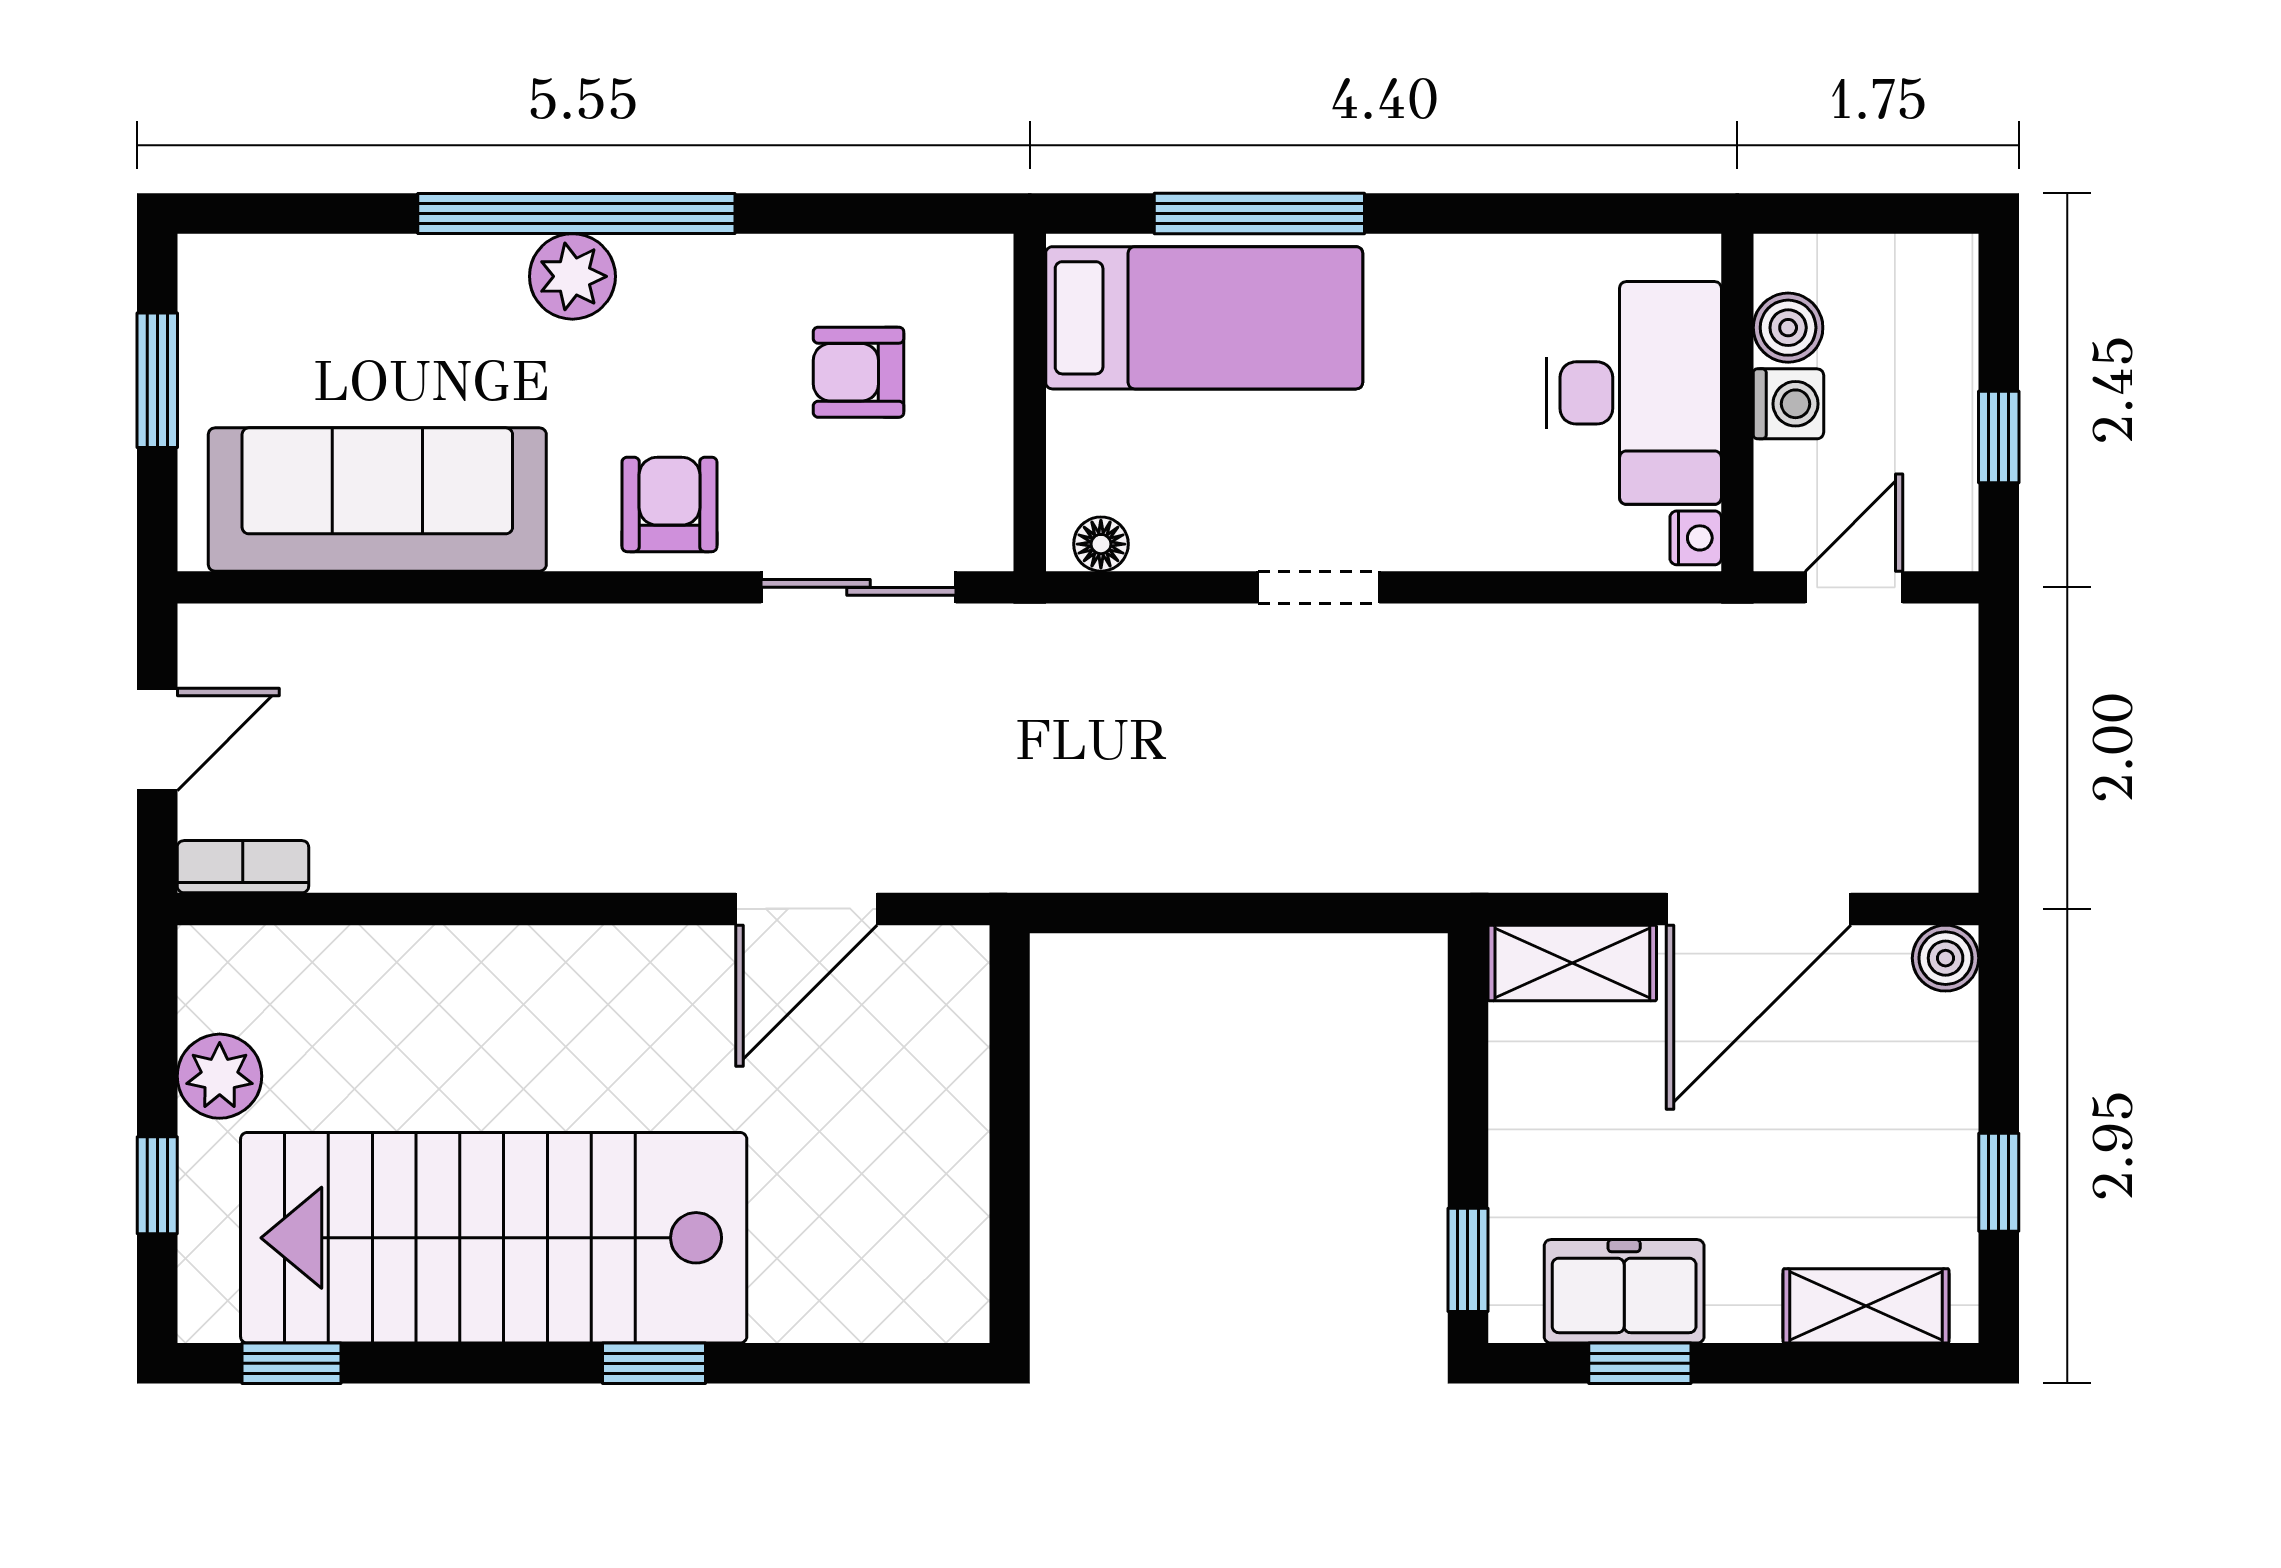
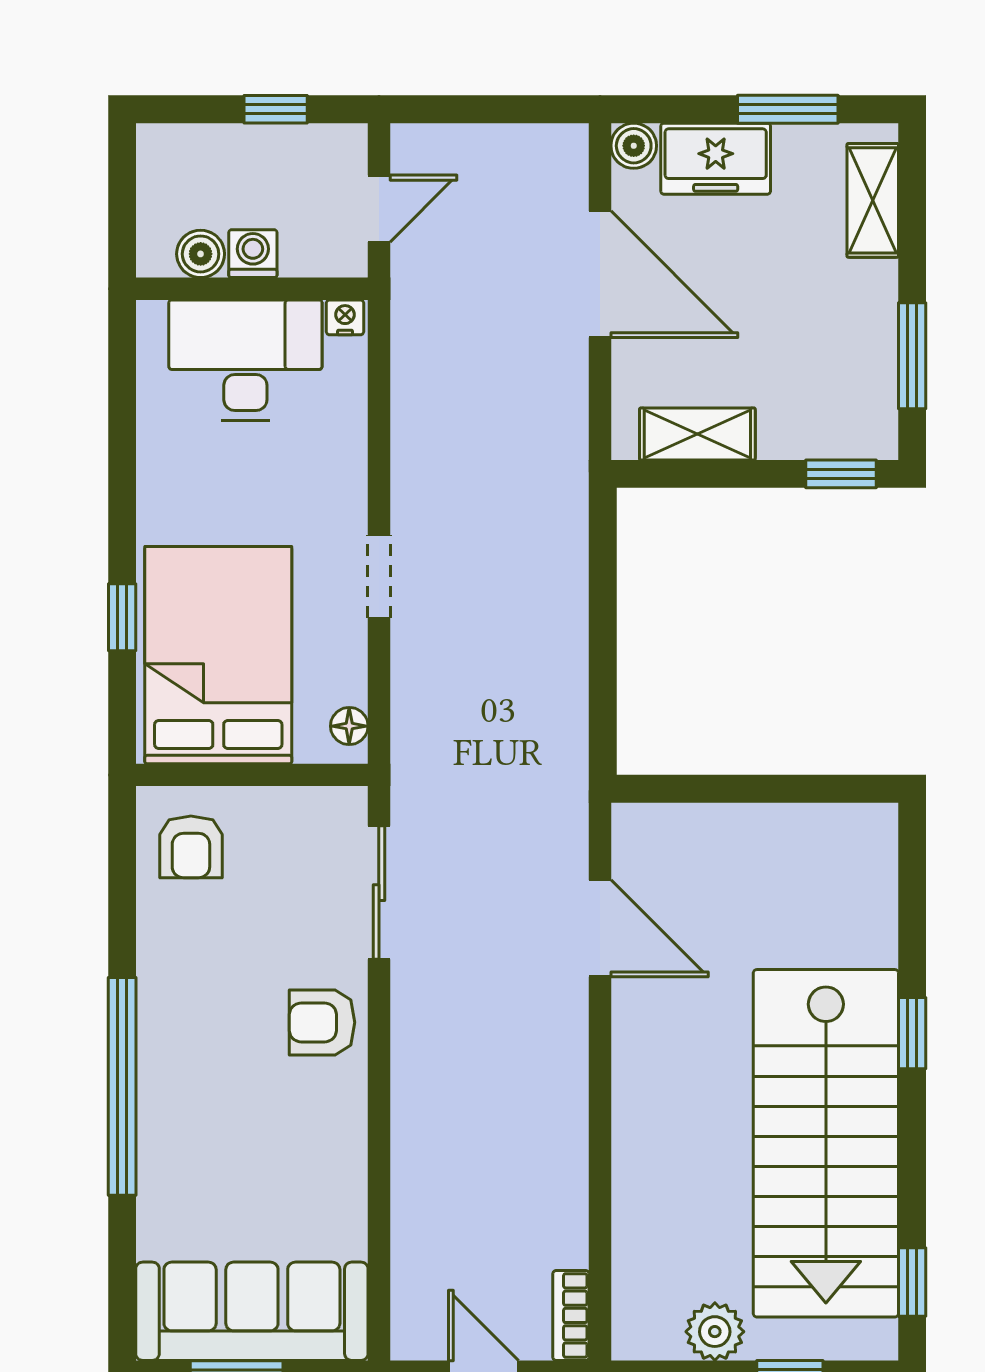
window: (1259, 213) -> (122, 617), width x0.46
plant: (572, 276) -> (165, 1089), removed
bed: (1204, 318) -> (218, 655), width x1.50
armchair: (859, 372) -> (191, 847), moved
sofa: (377, 500) -> (252, 1311), moved, turned 90
door: (1854, 587) -> (379, 209), swing flipped
shelving: (1572, 963) -> (697, 434), moved, turned 90
window: (1999, 1182) -> (788, 109), width x1.50
freezer: (1624, 1291) -> (716, 159), moved, turned -90
window: (1640, 1363) -> (912, 356), width x1.50

